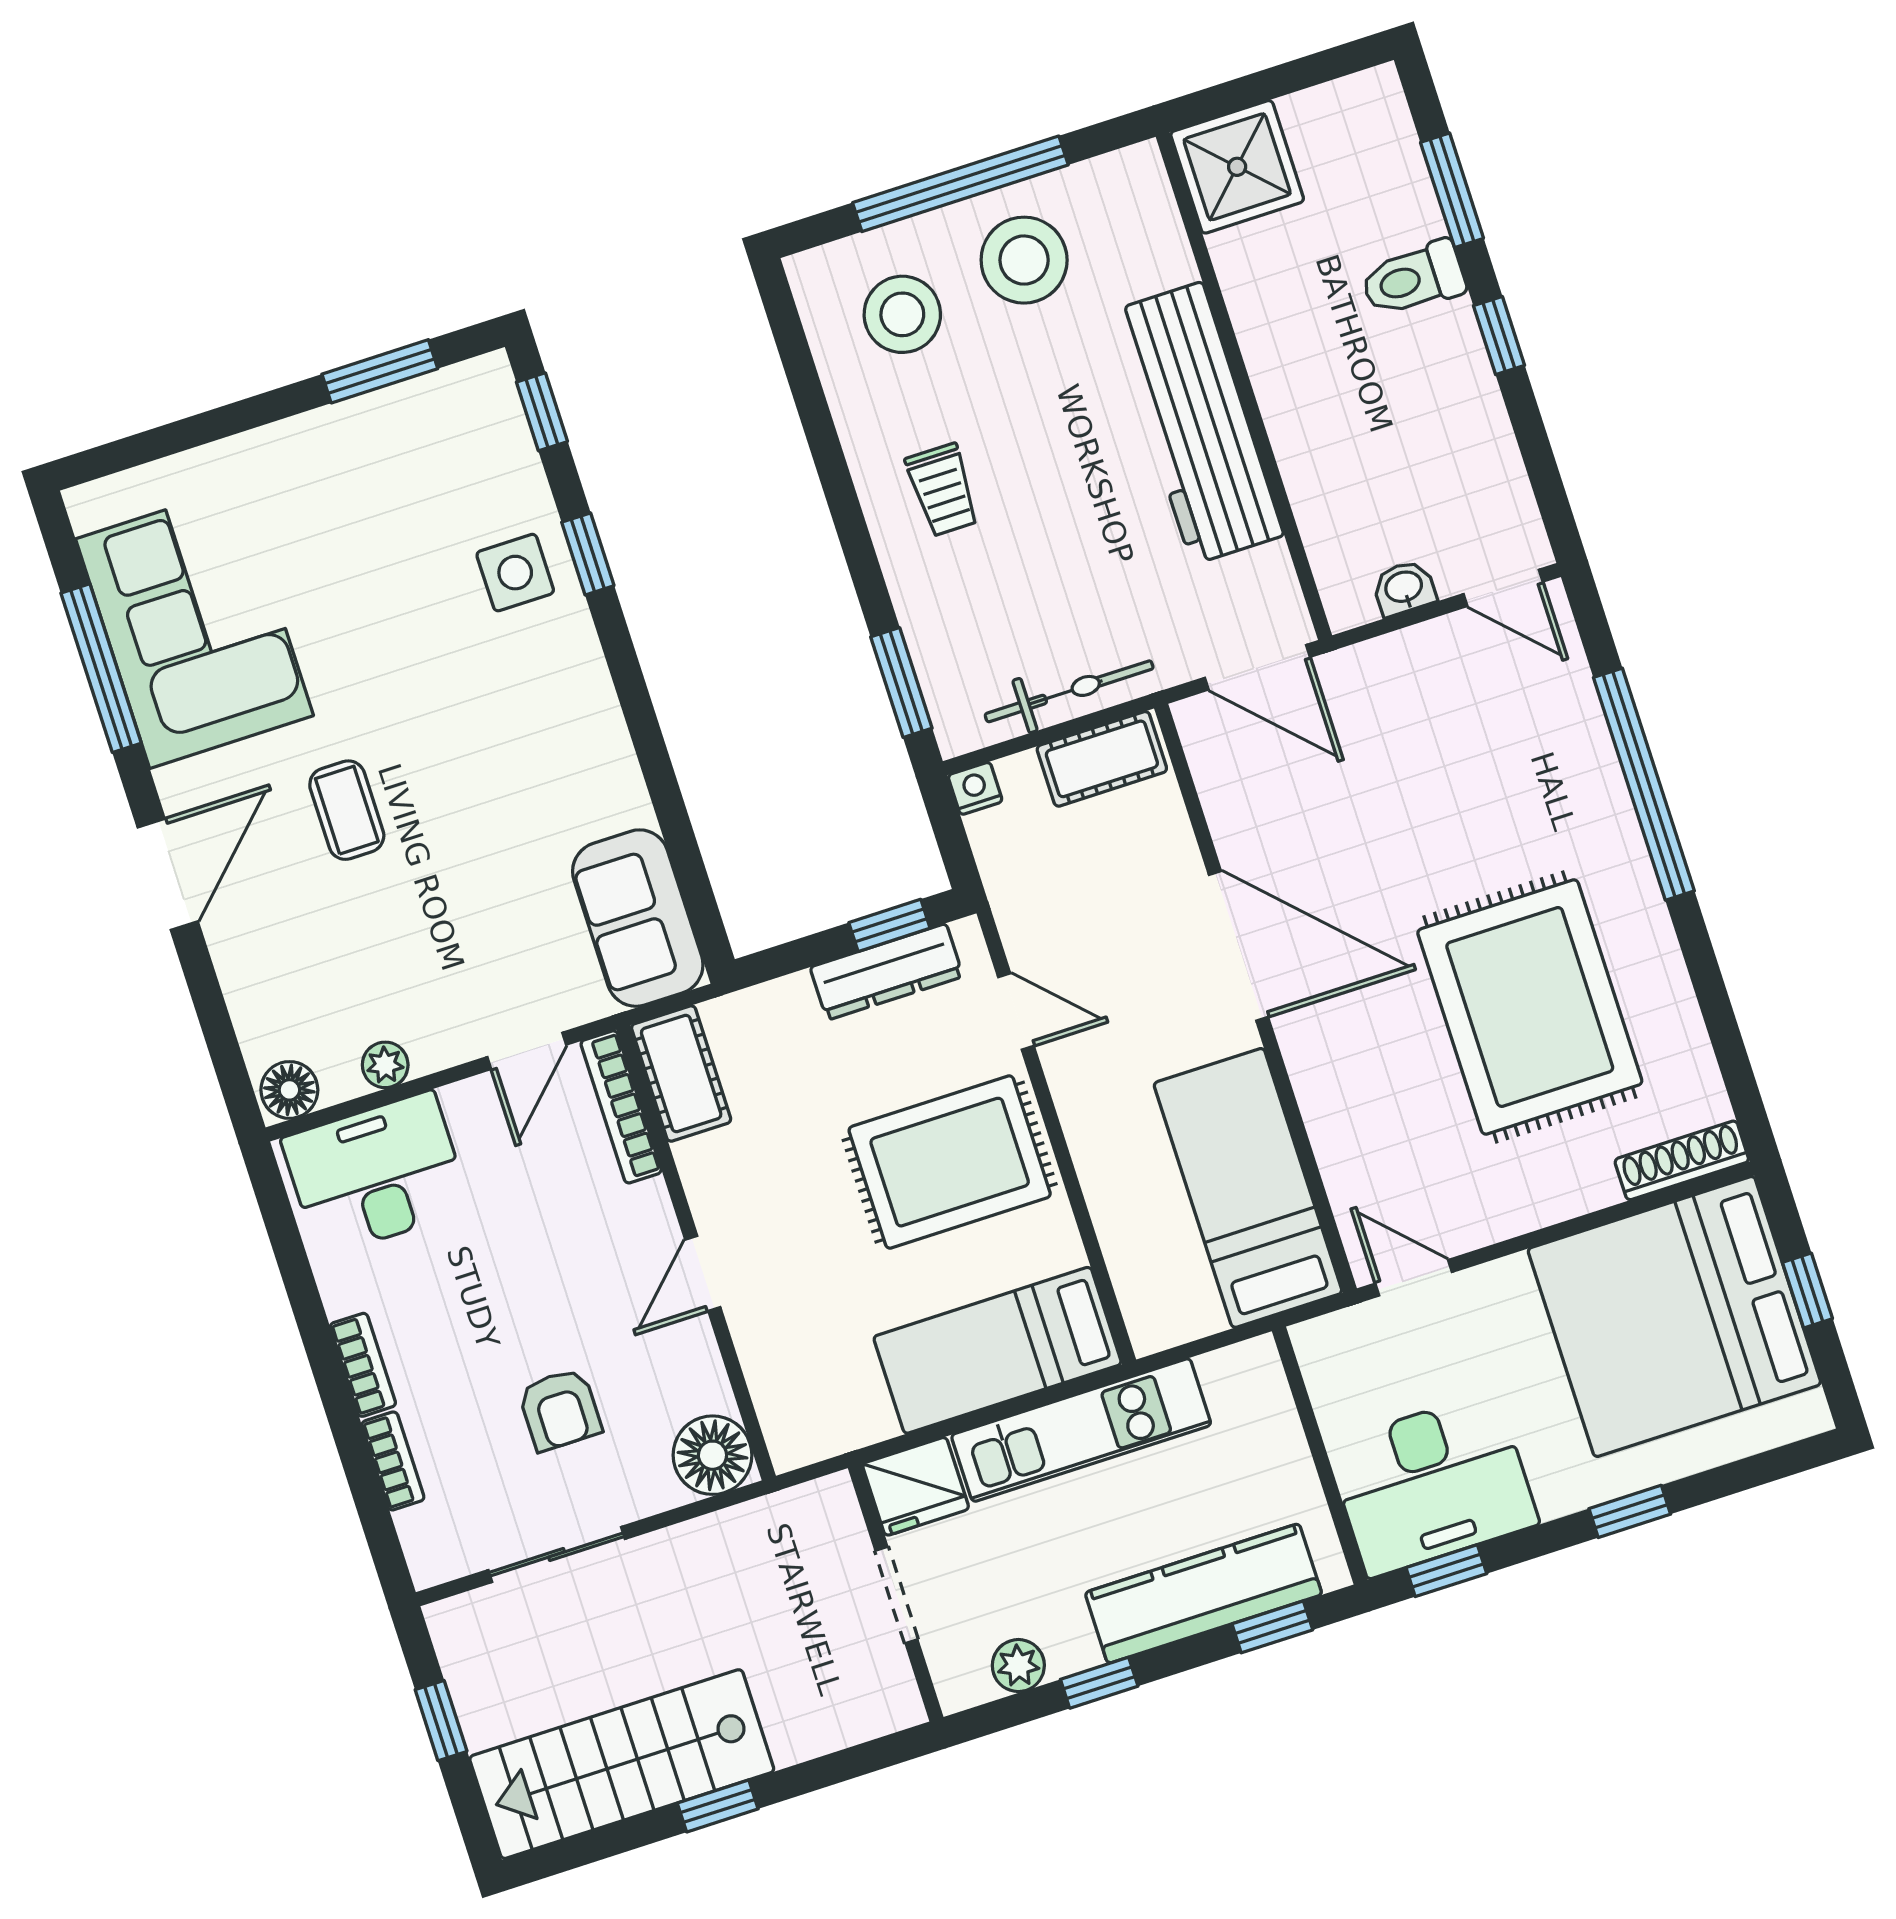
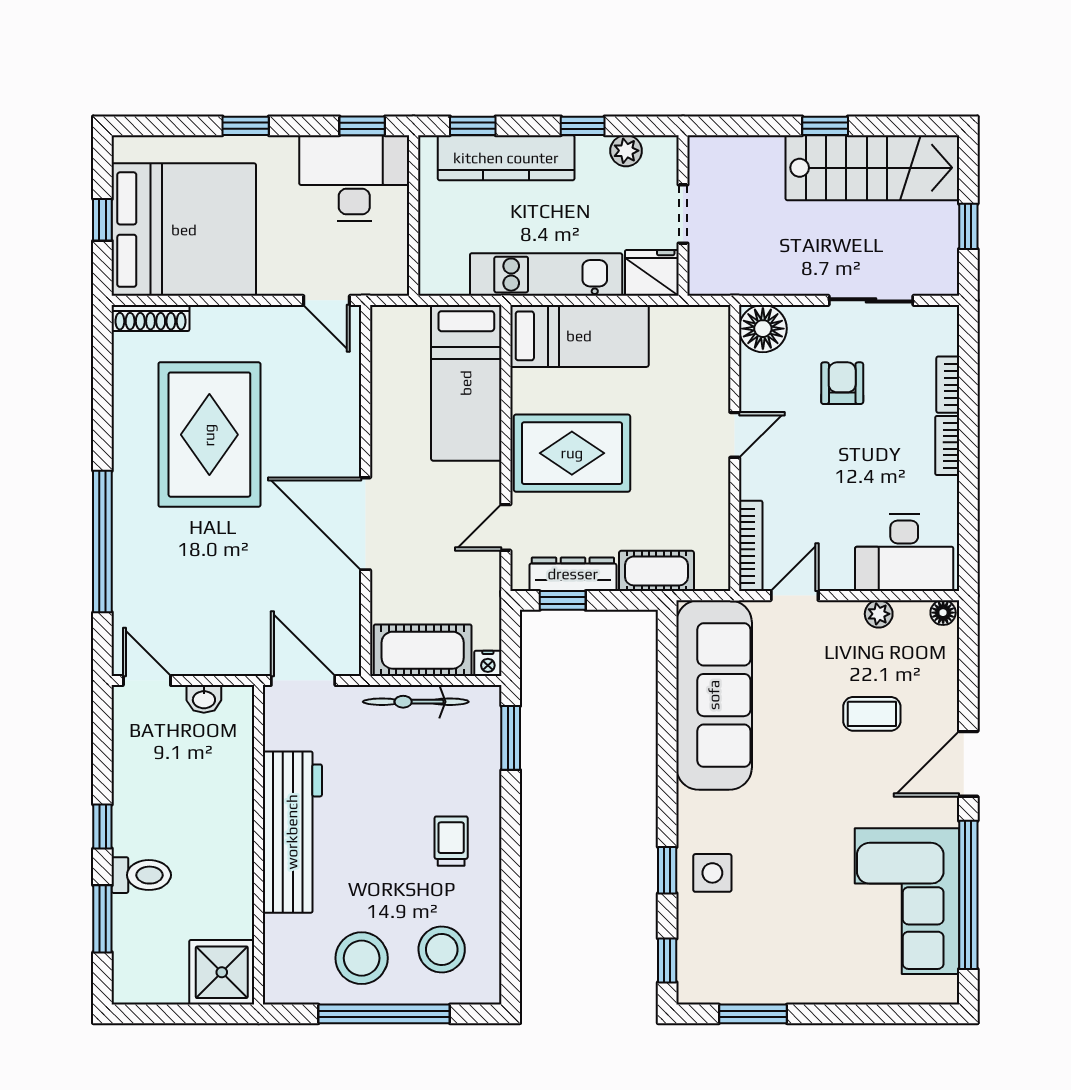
window: (101, 668) -> (968, 895), width x1.46
cot: (1102, 759) -> (423, 650), width x1.37, depth x1.34
coffee table: (347, 810) -> (872, 714), moved, turned 90
sofa: (638, 918) -> (714, 695), width x1.85, depth x1.27
door: (1016, 1011) -> (506, 527), hinge flipped
cot: (681, 1073) -> (656, 571), moved, turned 90
floor lamp: (289, 1090) -> (943, 613), width x0.73, depth x0.73
bed: (1248, 1188) -> (466, 383), moved

